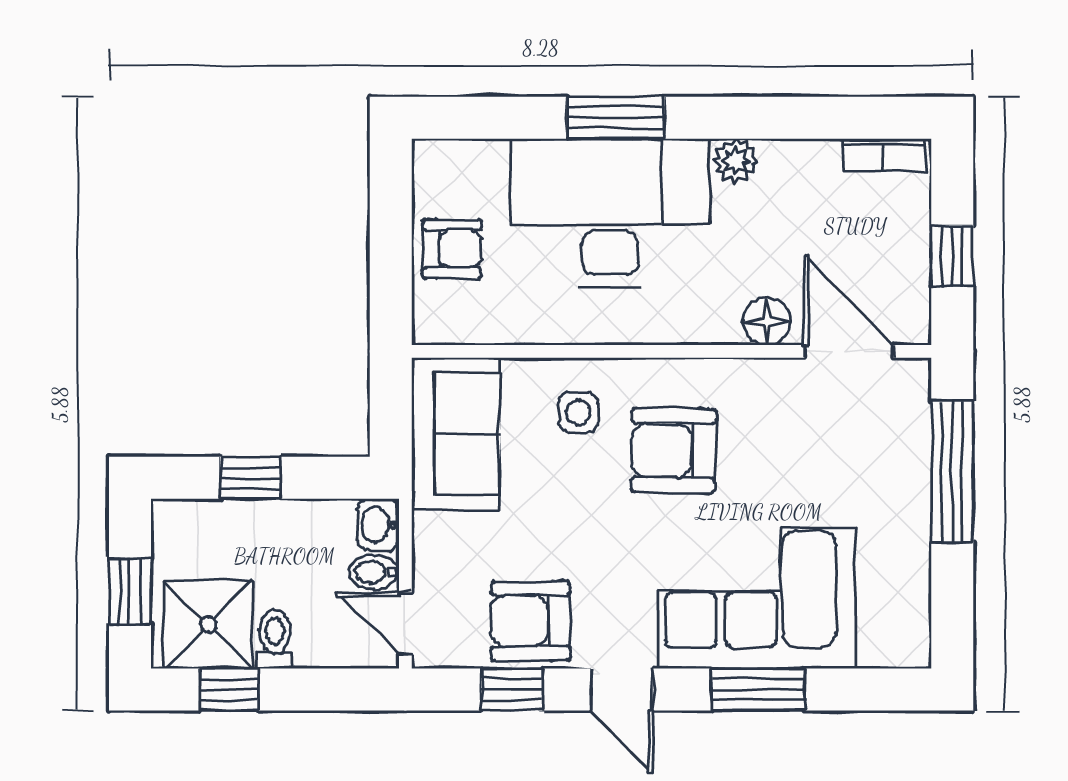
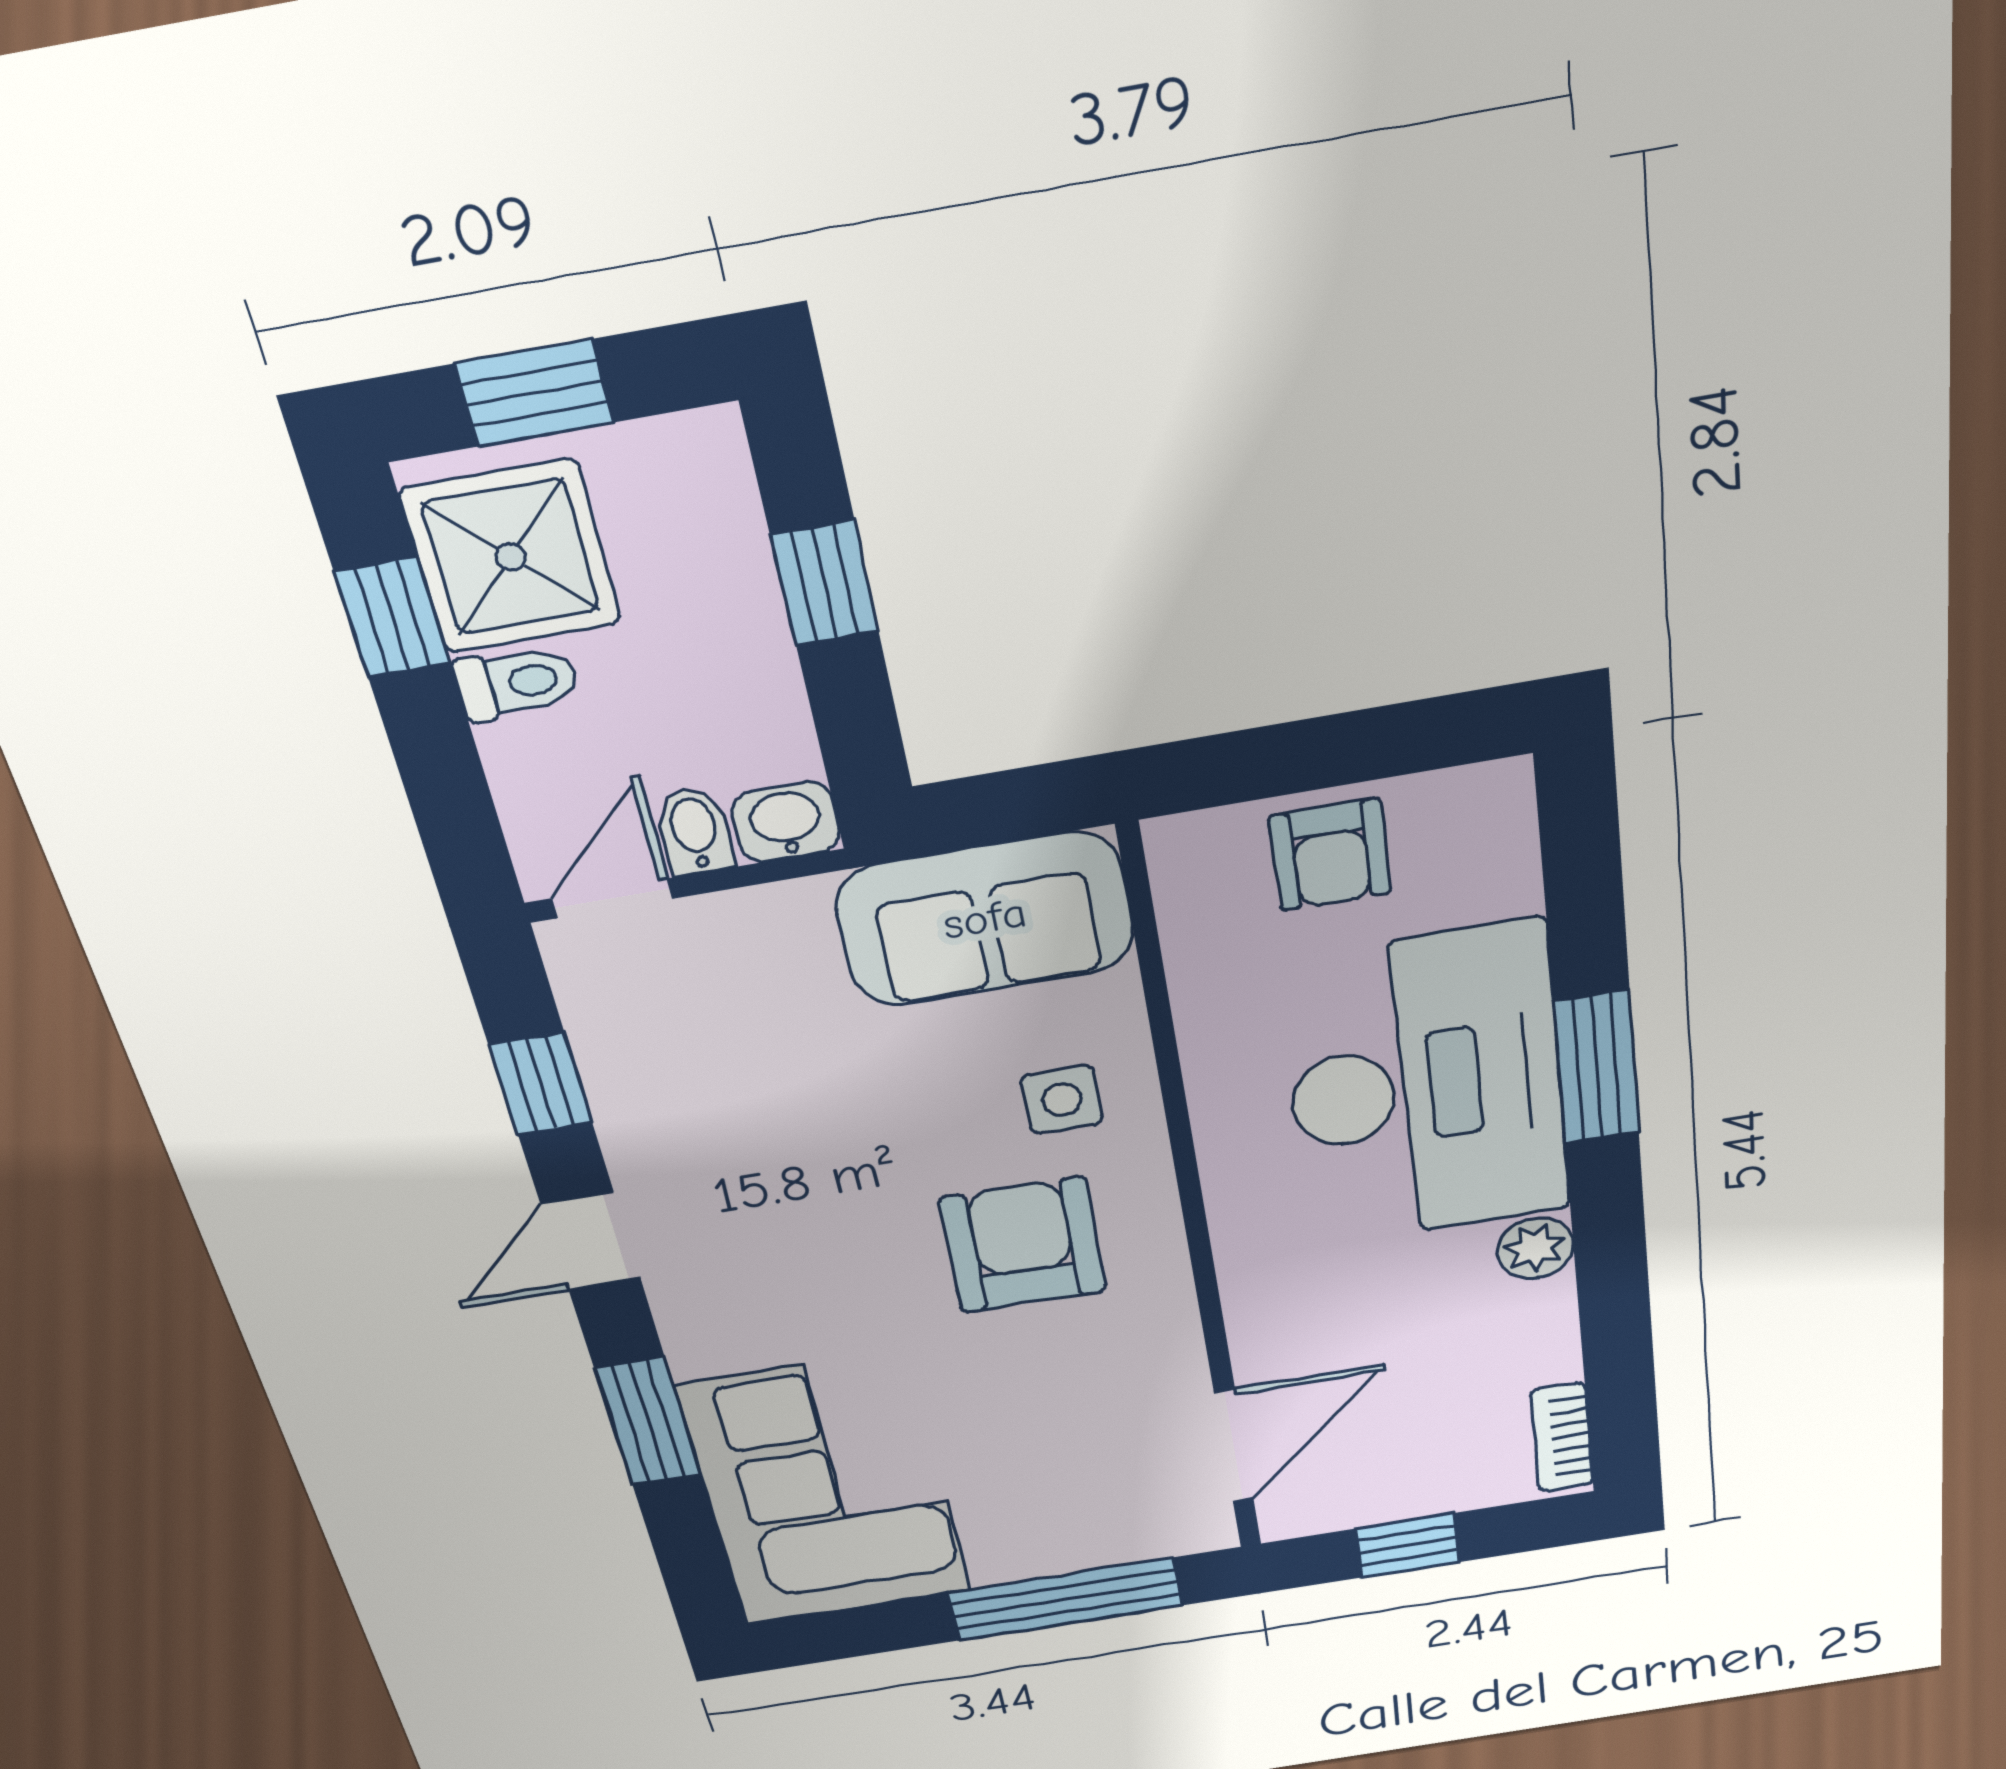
floor lamp: (767, 321) -> (1266, 1334), removed
corner sofa: (757, 598) -> (826, 1490), moved
armchair: (531, 621) -> (673, 1091), removed

